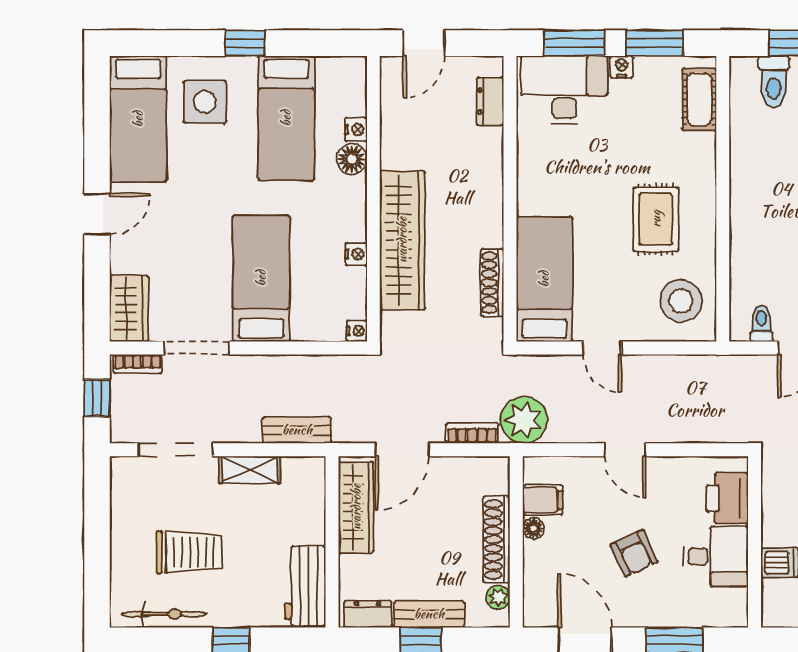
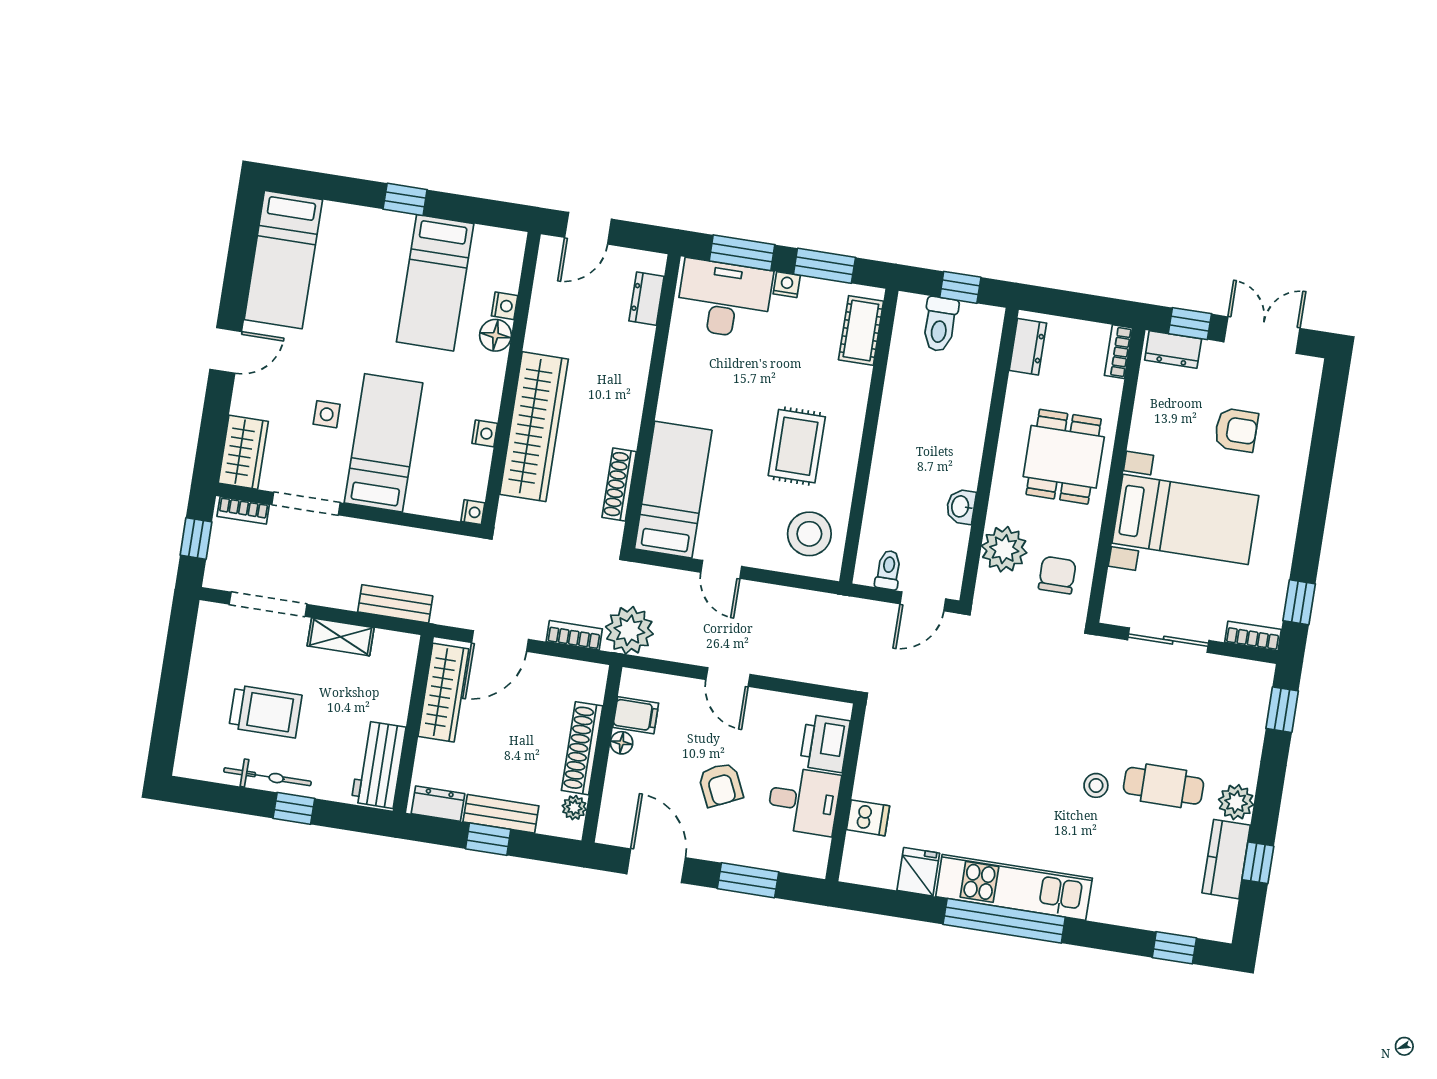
side table: (205, 102) -> (327, 414), moved, width x0.54, depth x0.54
bicycle: (164, 614) -> (267, 777), moved

